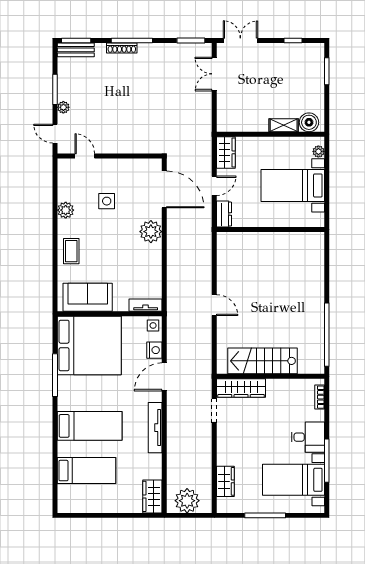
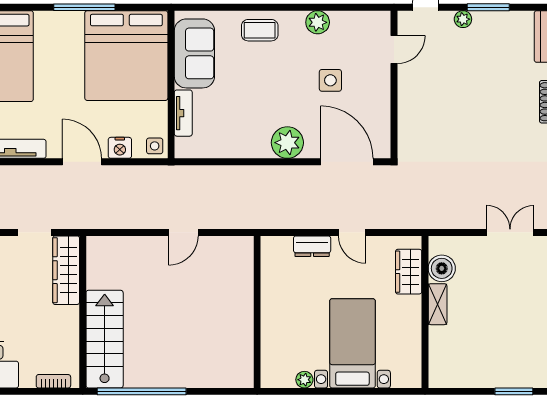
boiler: (309, 122) -> (442, 268), moved
shelving: (284, 125) -> (438, 304), moved
plant: (318, 151) -> (304, 380), moved
wardrobe: (226, 152) -> (409, 272), moved, turned 90
door: (164, 189) -> (347, 162), swing flipped
wall: (271, 229) -> (257, 312), moved
tv unit: (146, 305) -> (183, 113), moved
stairs: (262, 361) -> (105, 339), moved

